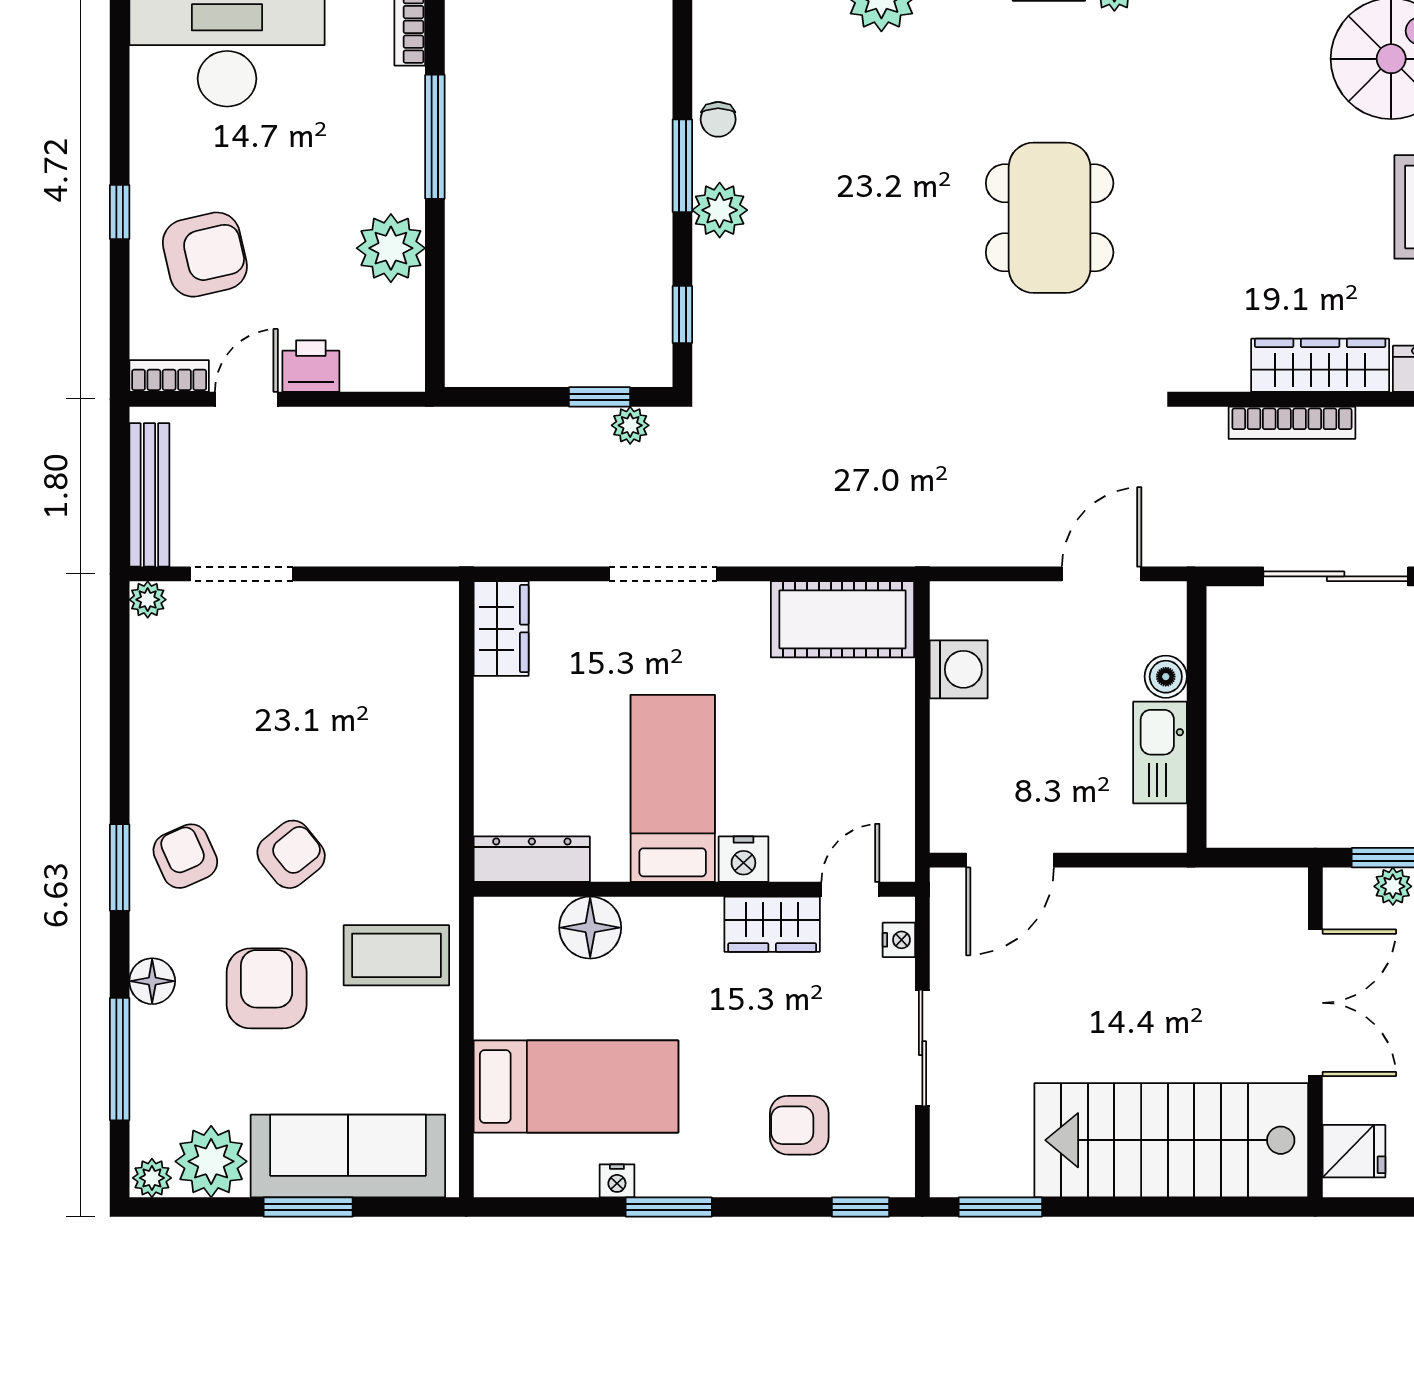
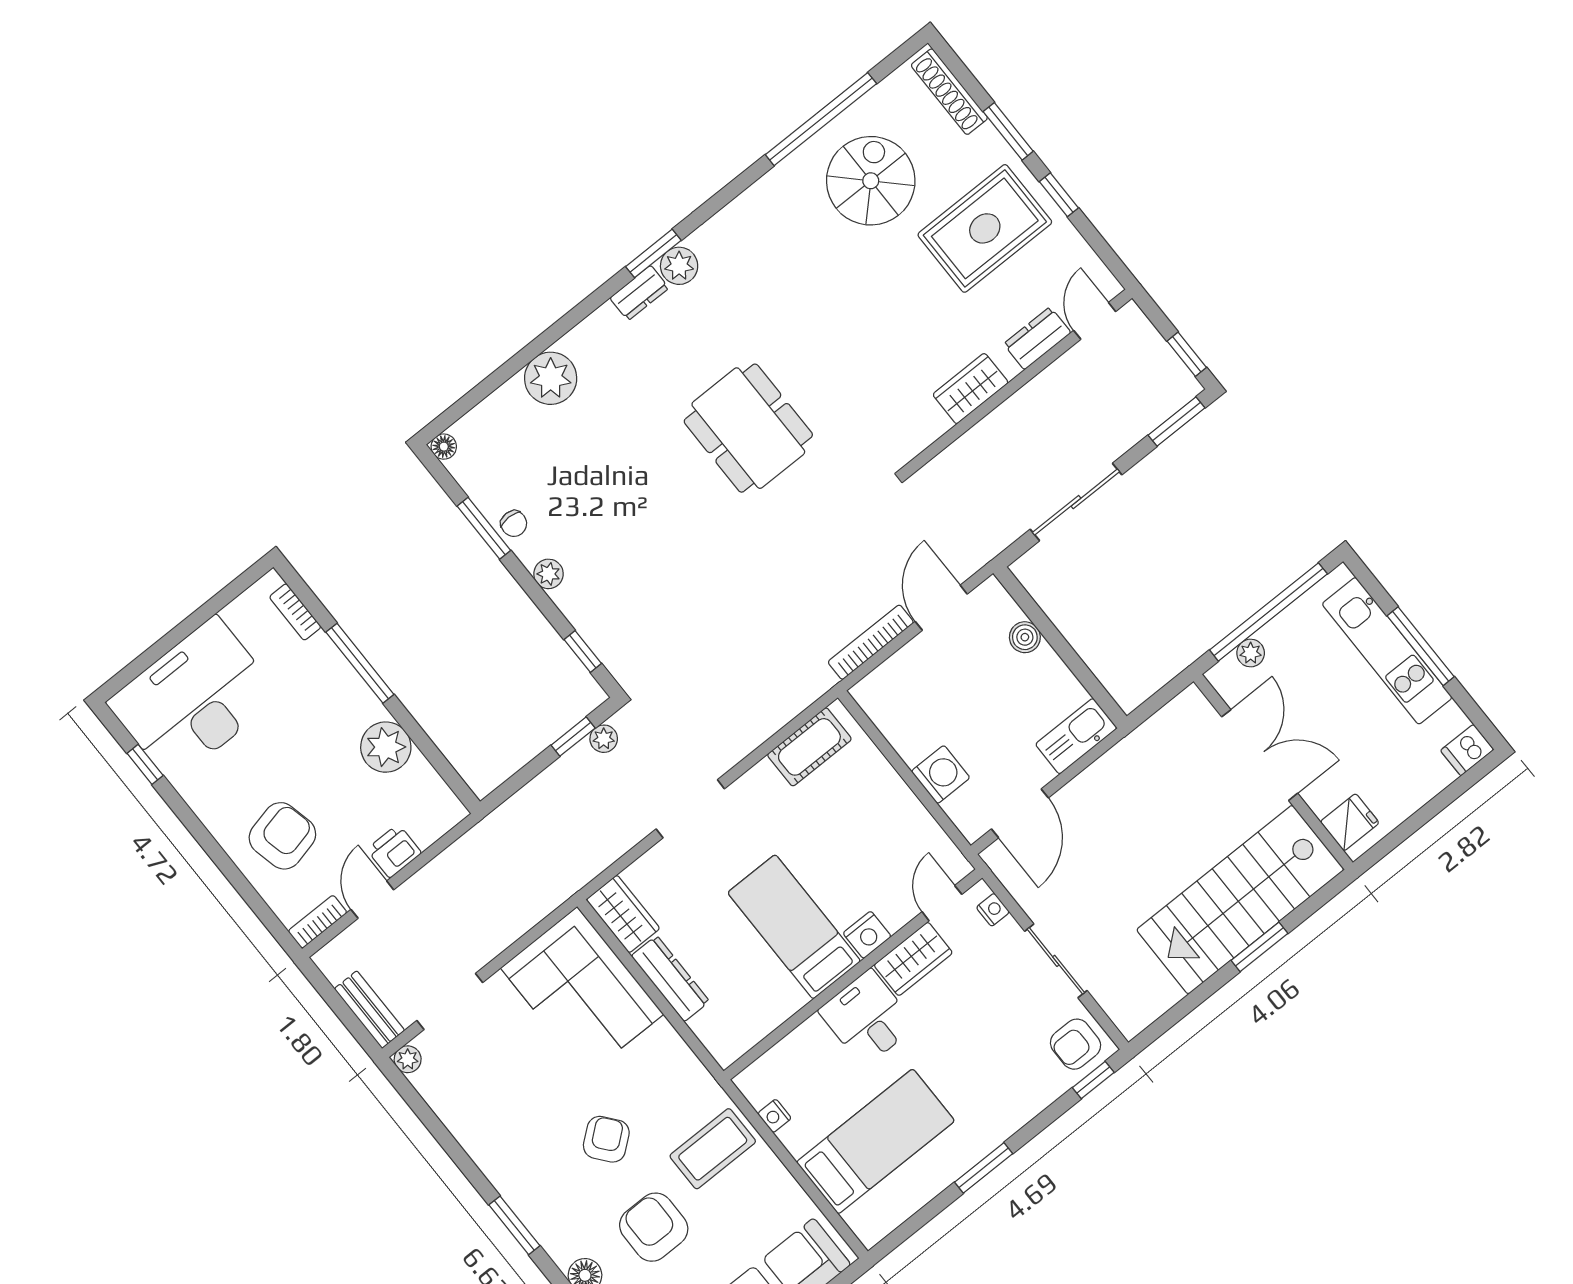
window: (682, 166) -> (484, 528), moved
plant: (720, 210) -> (549, 574), width x0.73, depth x0.73
window: (120, 212) -> (145, 764), moved
wardrobe: (1320, 365) -> (971, 389), width x0.67
bookcase: (1292, 423) -> (871, 642), moved, turned 180
bench: (149, 495) -> (369, 1010), width x0.73
cot: (842, 619) -> (809, 747), width x0.73, depth x0.75
washing machine: (959, 669) -> (941, 774), moved
corner sofa: (392, 676) -> (582, 991), added
kitchen sink: (1160, 753) -> (1076, 736), moved, turned 90
armchair: (185, 856) -> (547, 1189), removed
dresser: (532, 859) -> (670, 979), moved, turned 90
floor lamp: (590, 928) -> (811, 1044), removed
desk: (673, 948) -> (867, 1018), added
armchair: (799, 1125) -> (1076, 1044), moved
nightstand: (617, 1181) -> (774, 1116), moved, turned 90
window: (1000, 1207) -> (1259, 947), moved

